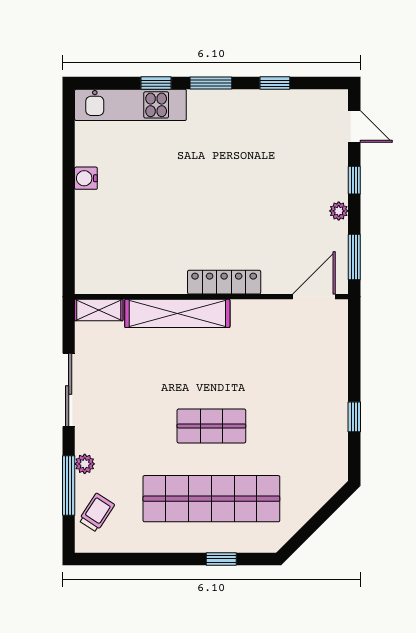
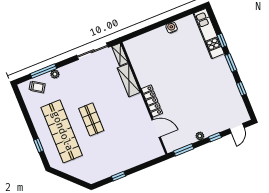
door: (314, 297) -> (156, 128), moved
shelving: (177, 313) -> (129, 80), width x0.68
sliding door: (69, 390) -> (93, 51), moved

